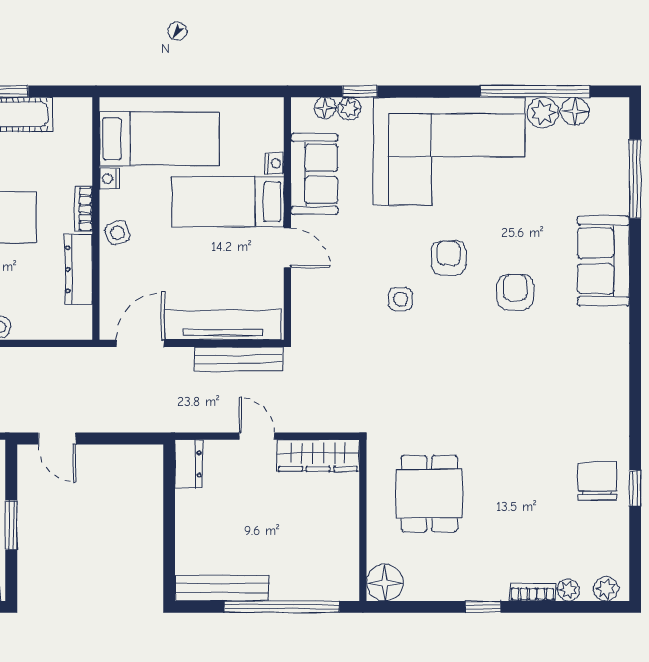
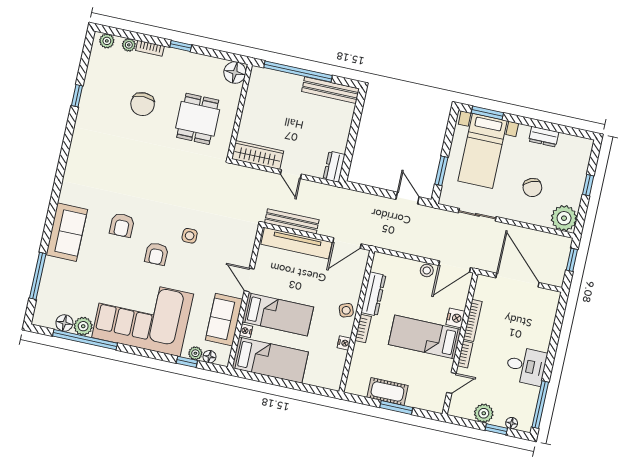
bed: (159, 139) -> (270, 360), moved, turned 180
chair: (597, 481) -> (143, 104), moved
window: (11, 525) -> (441, 171), moved

